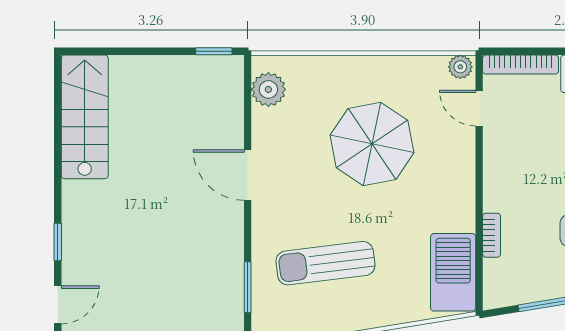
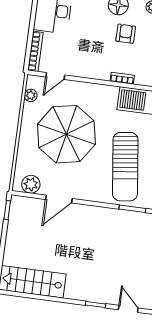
plant: (460, 67) -> (31, 95), moved
parasol: (372, 144) -> (66, 134), width x1.36, depth x1.36
door: (248, 175) -> (59, 199), moved
sun lounger: (325, 263) -> (125, 167), width x1.36, depth x1.34

